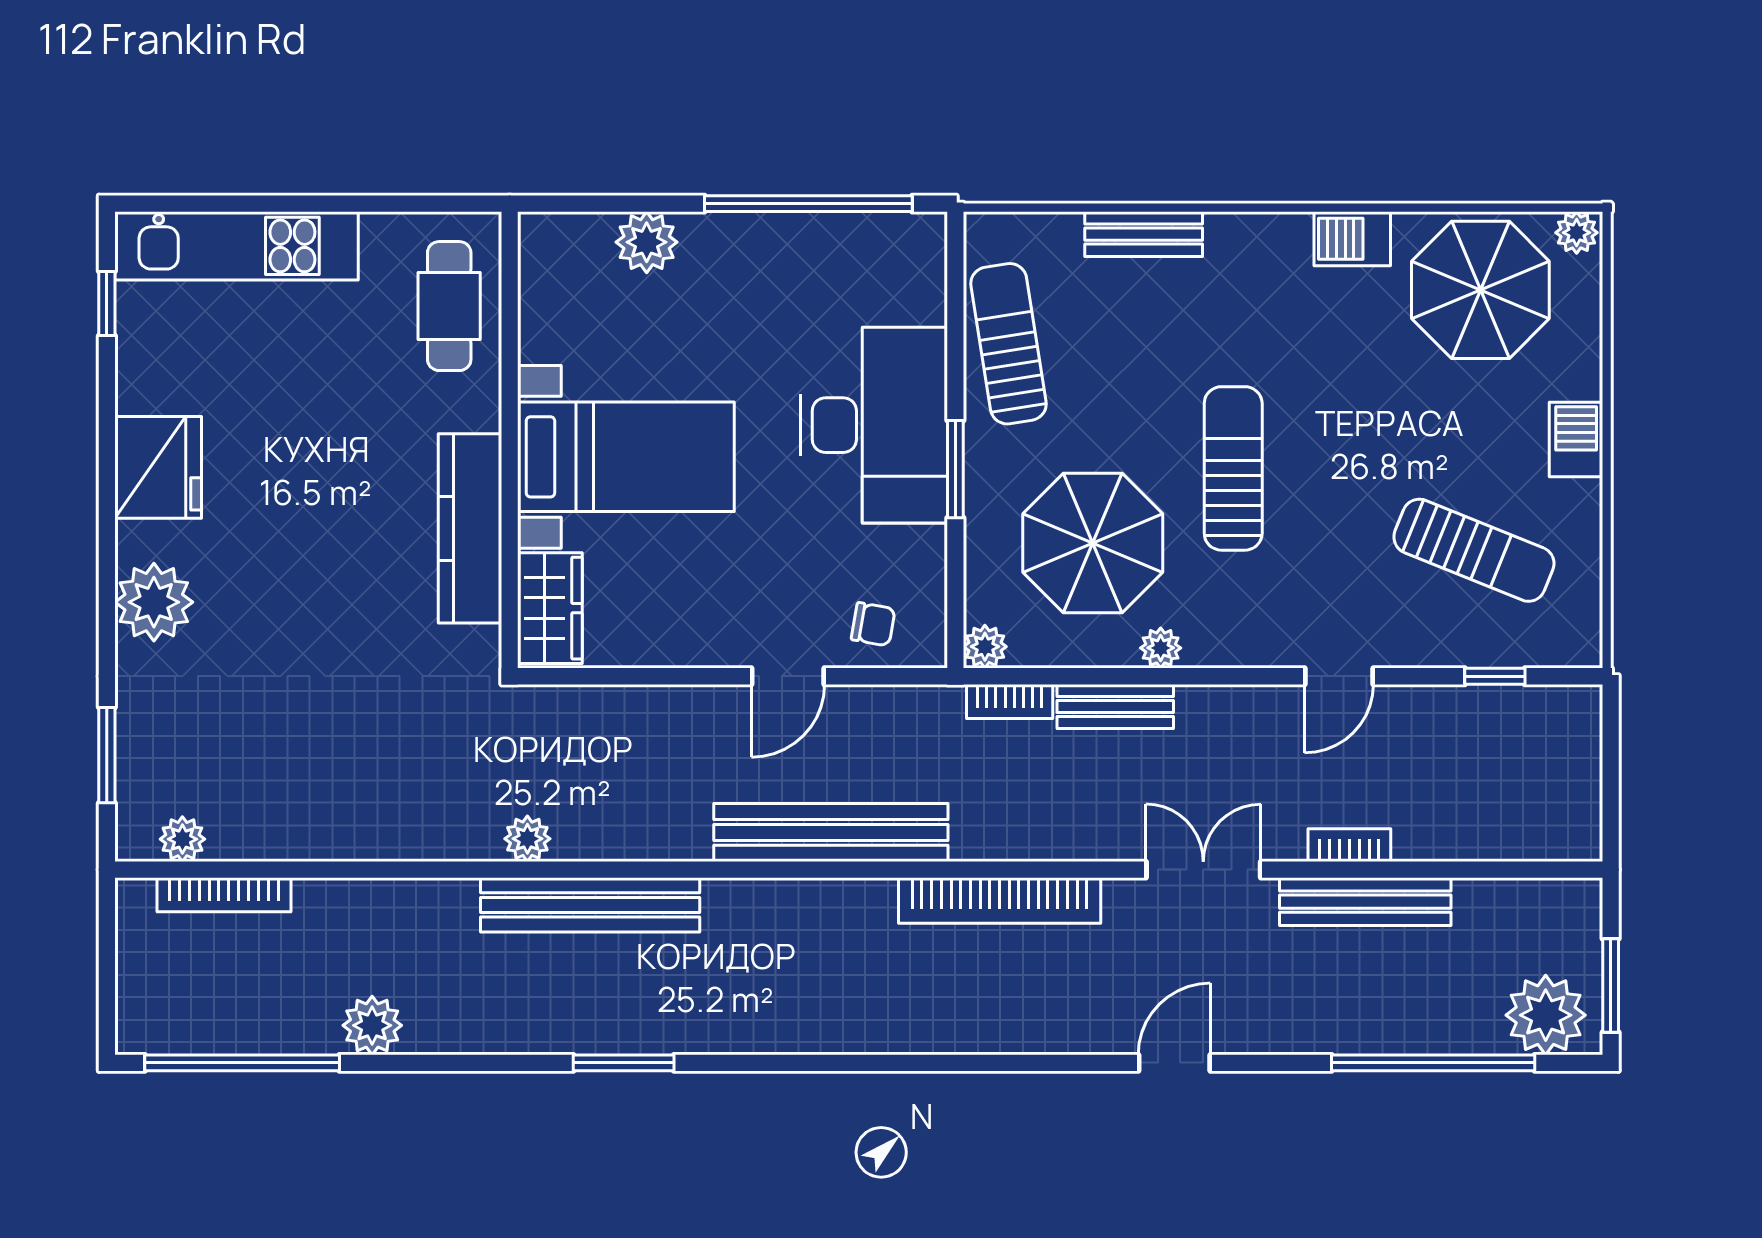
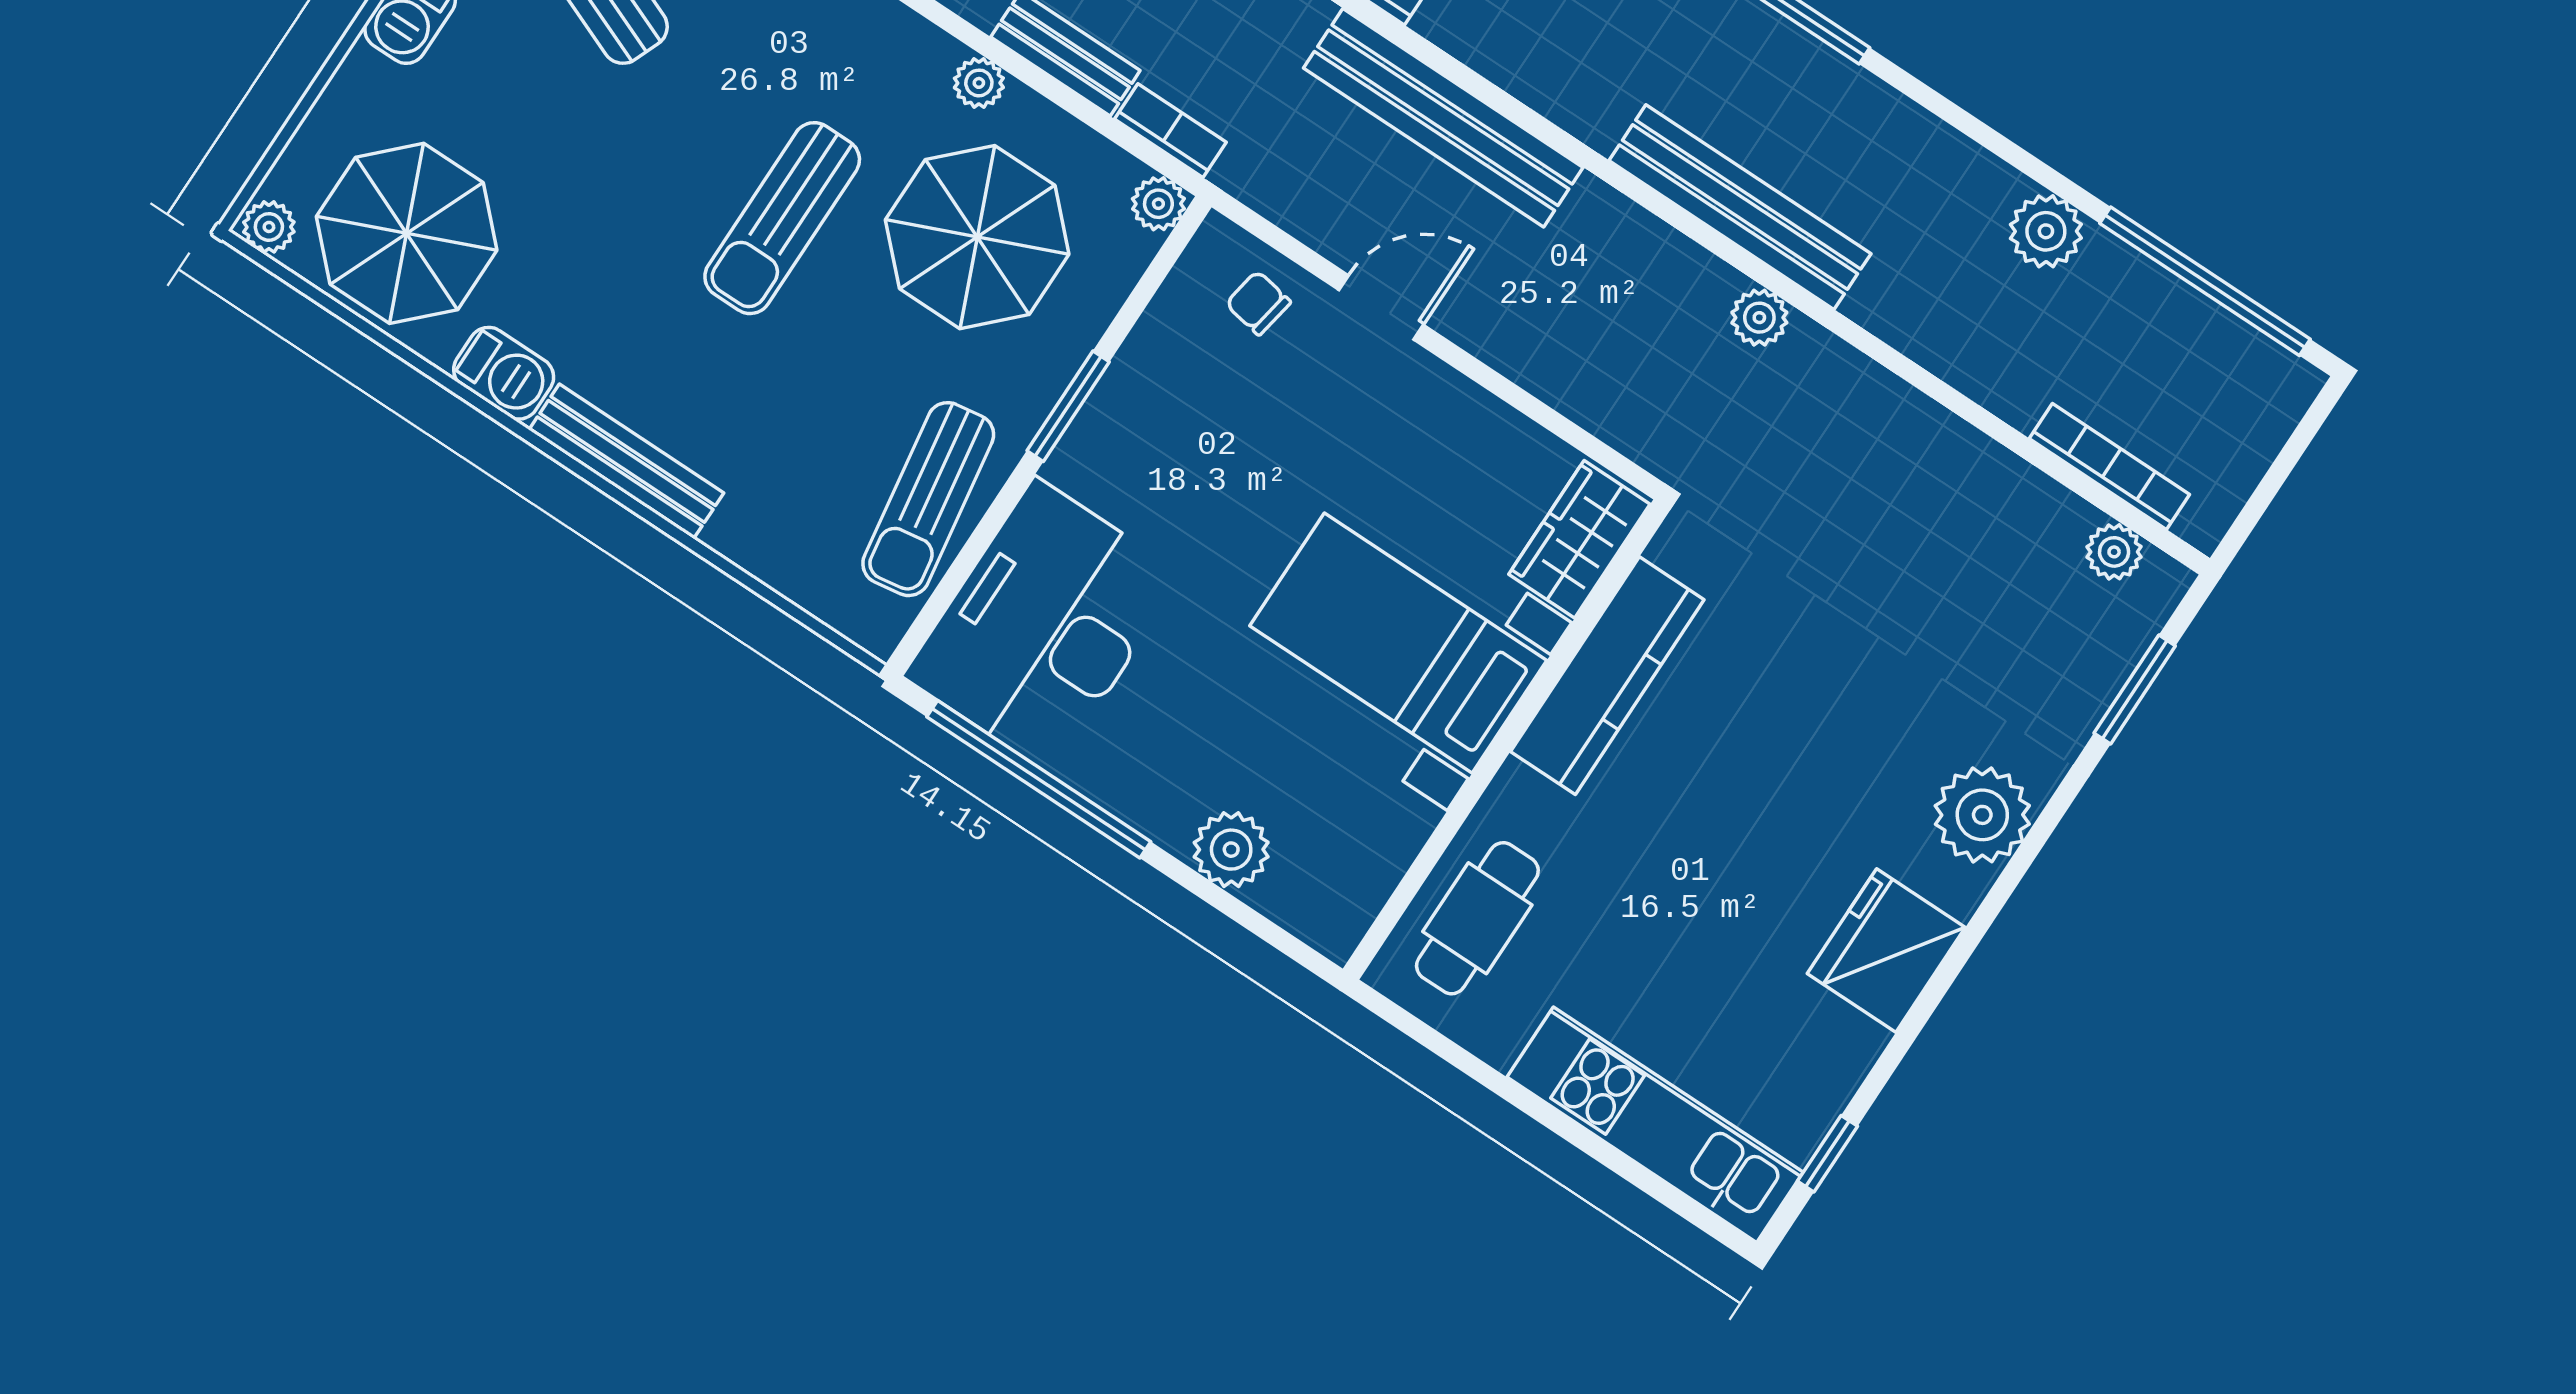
bench: (1144, 234) -> (626, 461), moved, width x1.36
desk: (874, 425) -> (1043, 626), moved

